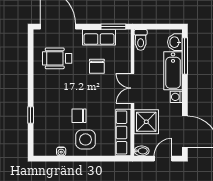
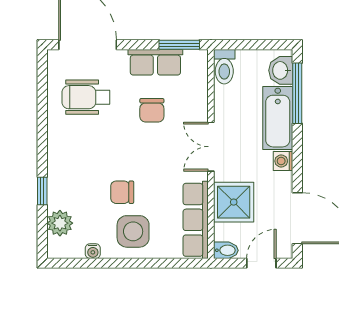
plant: (41, 134) -> (60, 223), added

